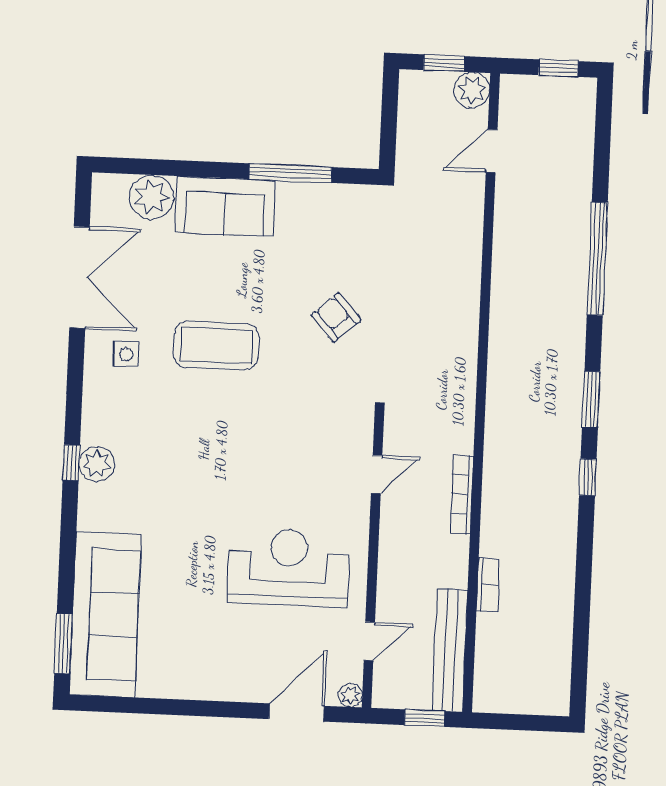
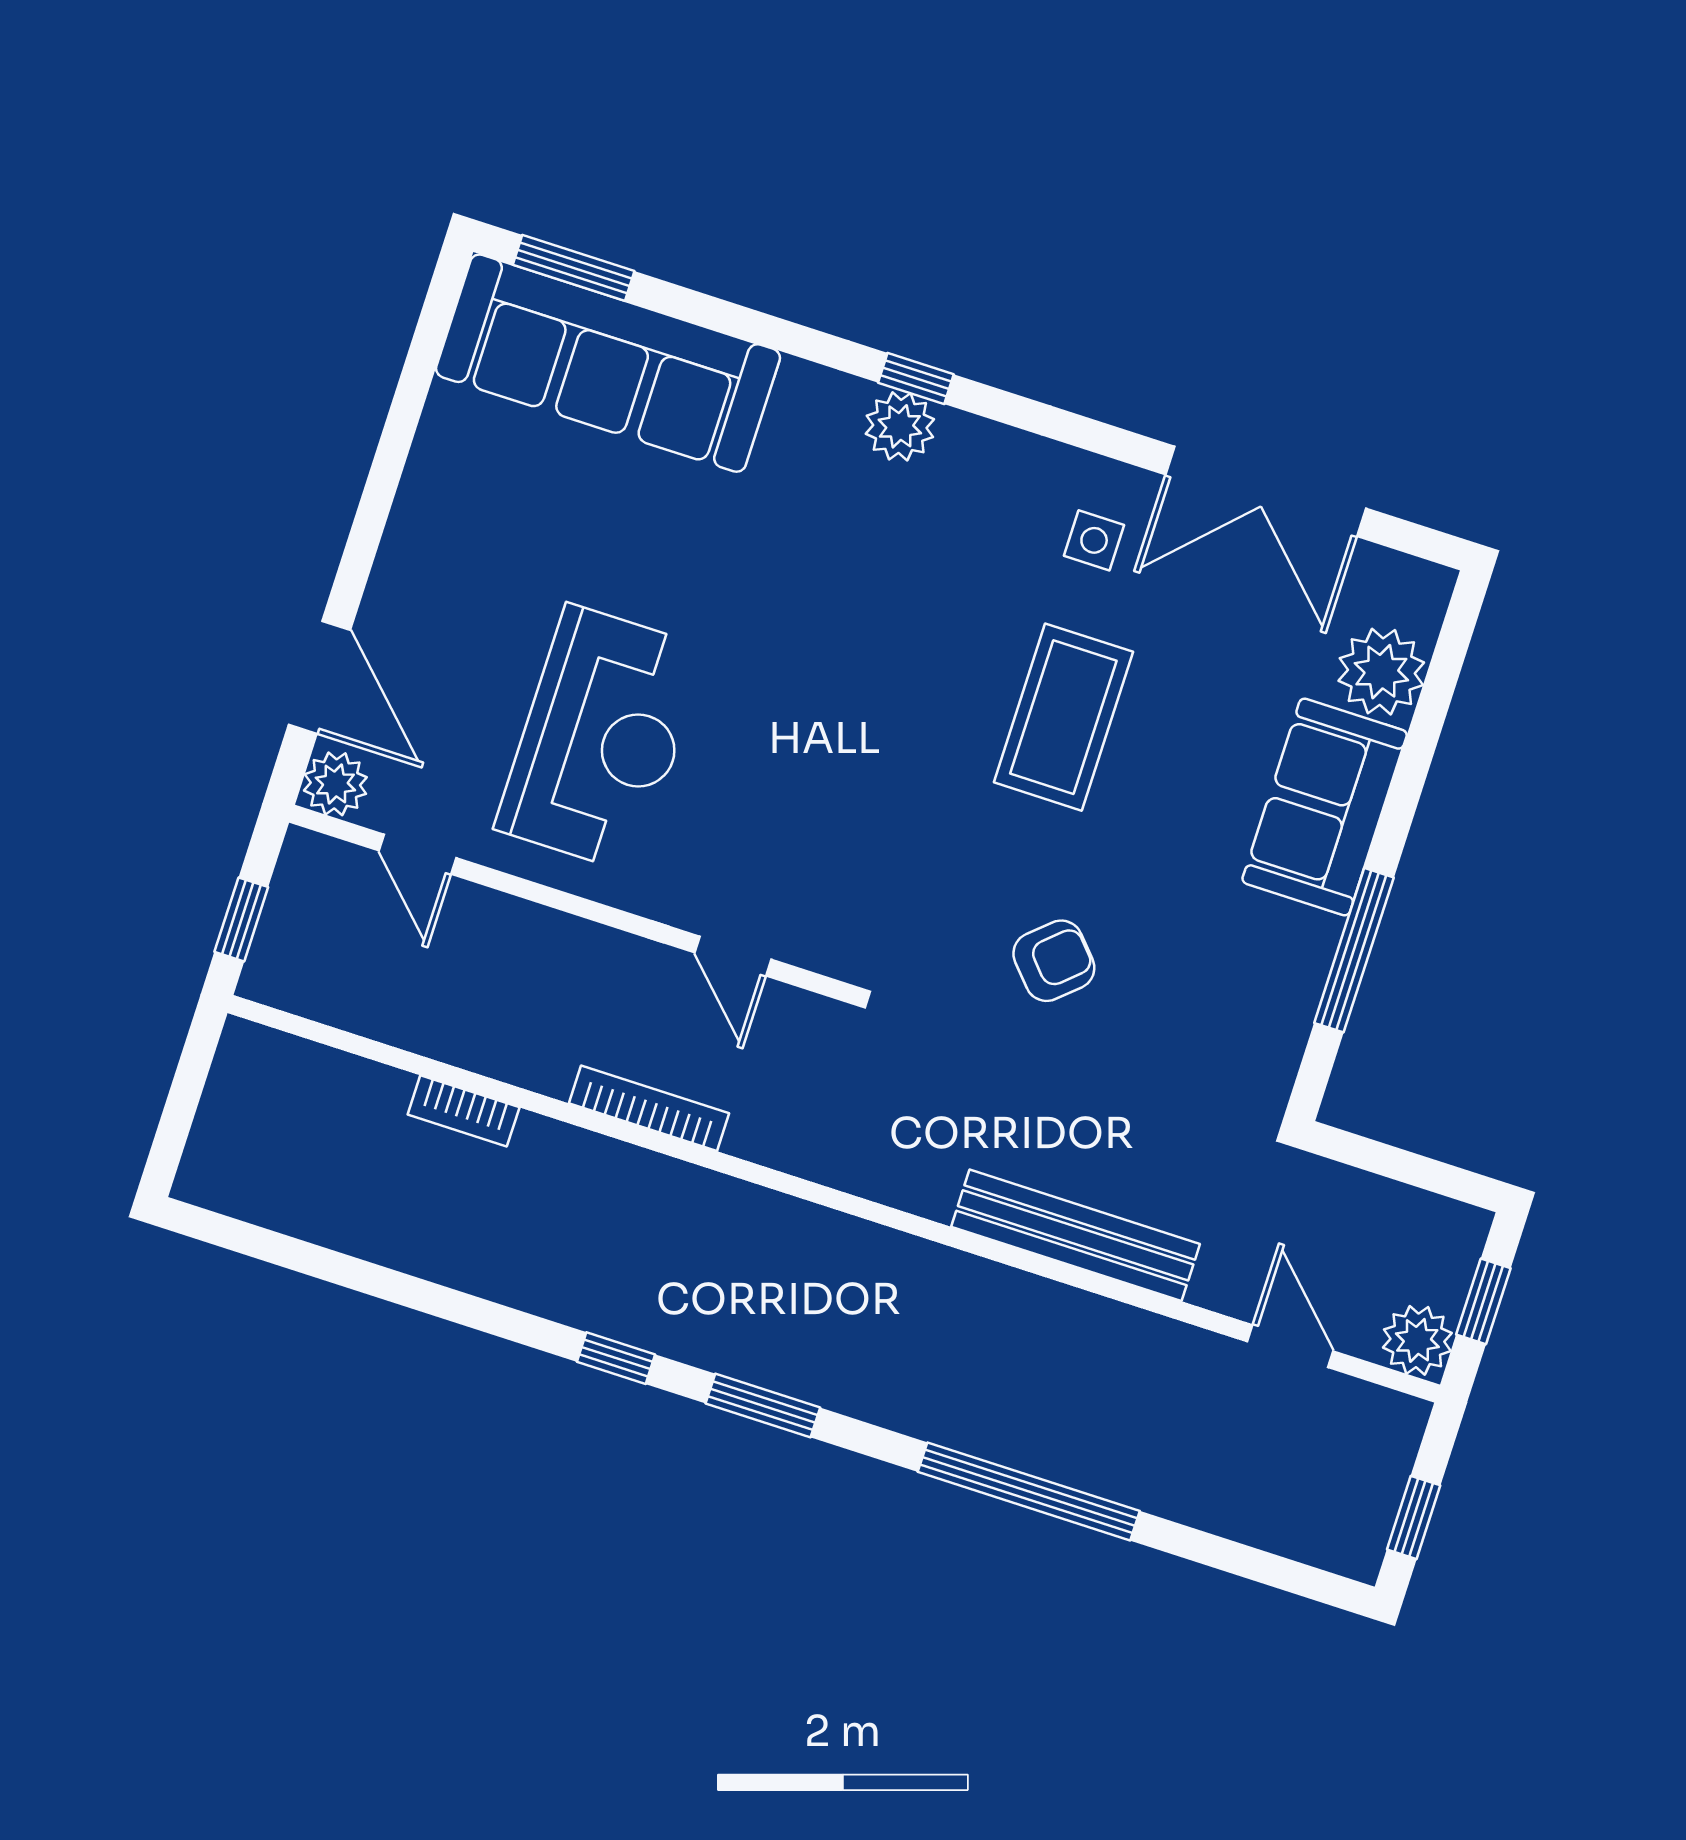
bench: (450, 650) -> (1076, 1235), moved
plant: (350, 695) -> (335, 784), width x1.38, depth x1.38

